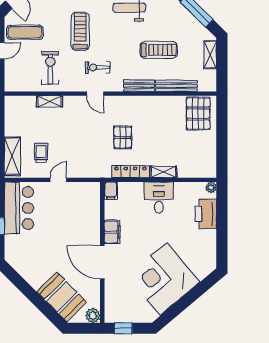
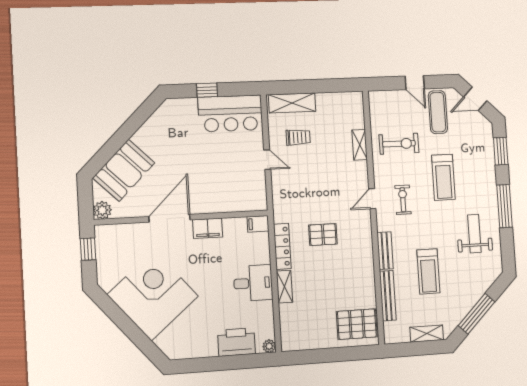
treadmill: (80, 31) -> (443, 177), turned 90

